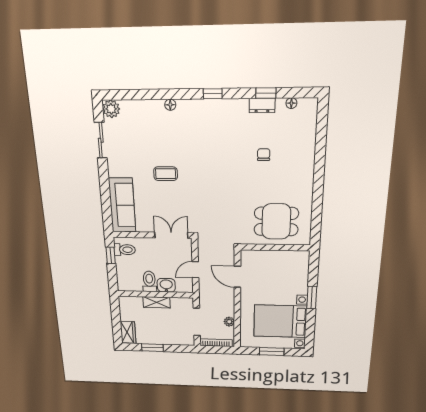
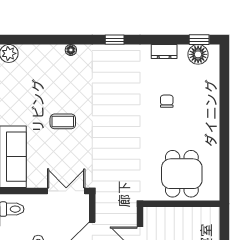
window: (266, 93) -> (199, 40), moved
floor lamp: (291, 103) -> (198, 54), width x1.89, depth x1.89
dining table: (276, 221) -> (182, 174), turned 90

